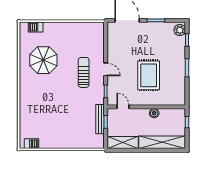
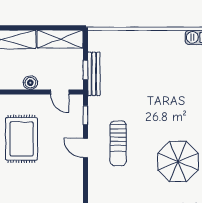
boiler: (154, 113) -> (30, 83), moved

